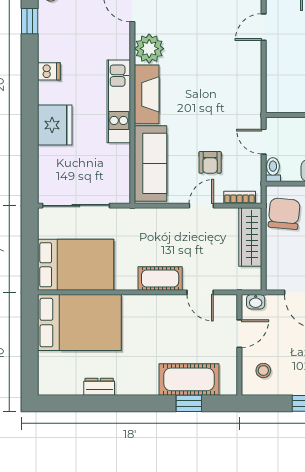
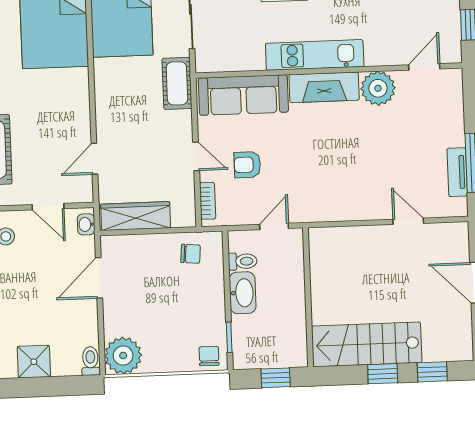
toilet: (273, 170) -> (243, 261), moved
chair: (284, 214) -> (191, 254), width x0.54, depth x0.54
wardrobe: (250, 237) -> (136, 216), moved
cot: (160, 278) -> (177, 83), moved

